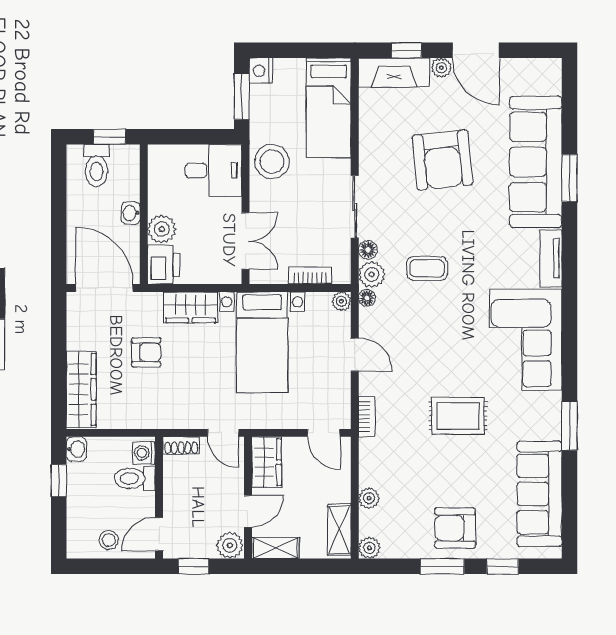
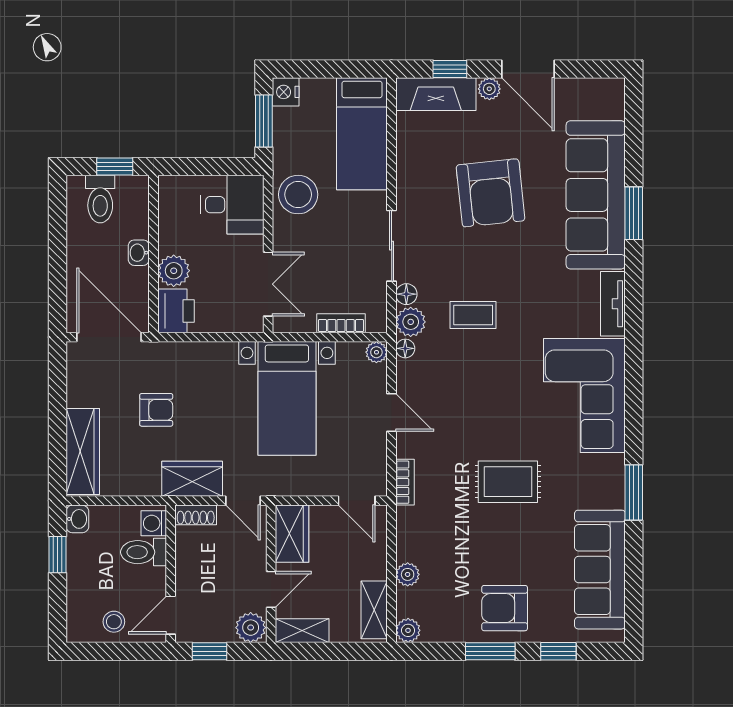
wardrobe: (191, 307) -> (192, 479), moved, turned 180

